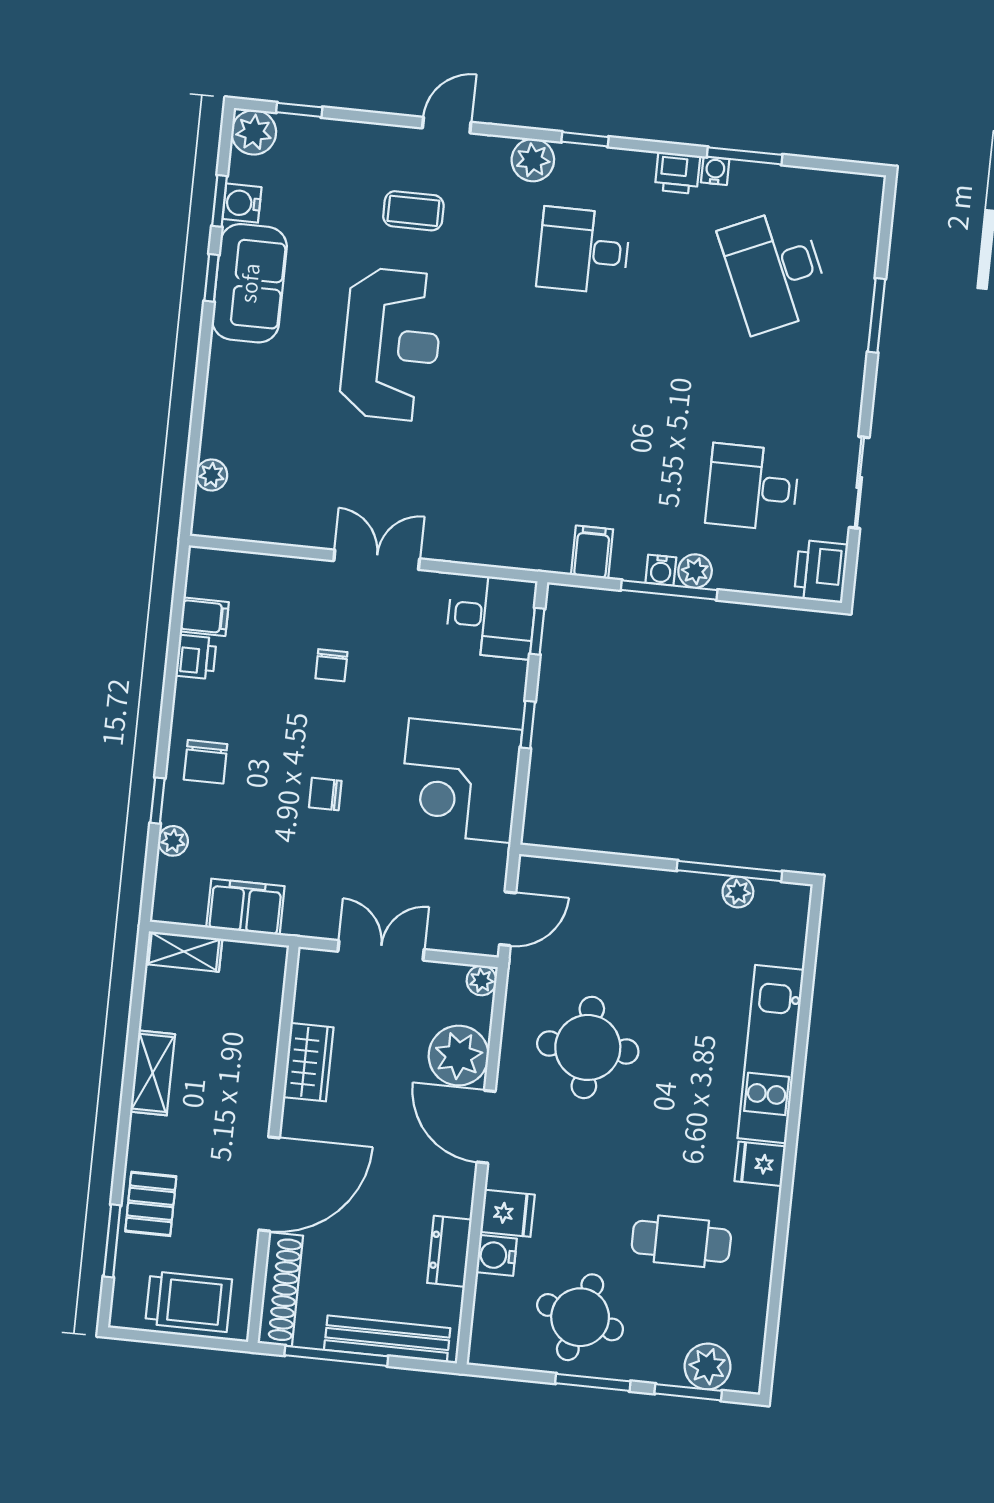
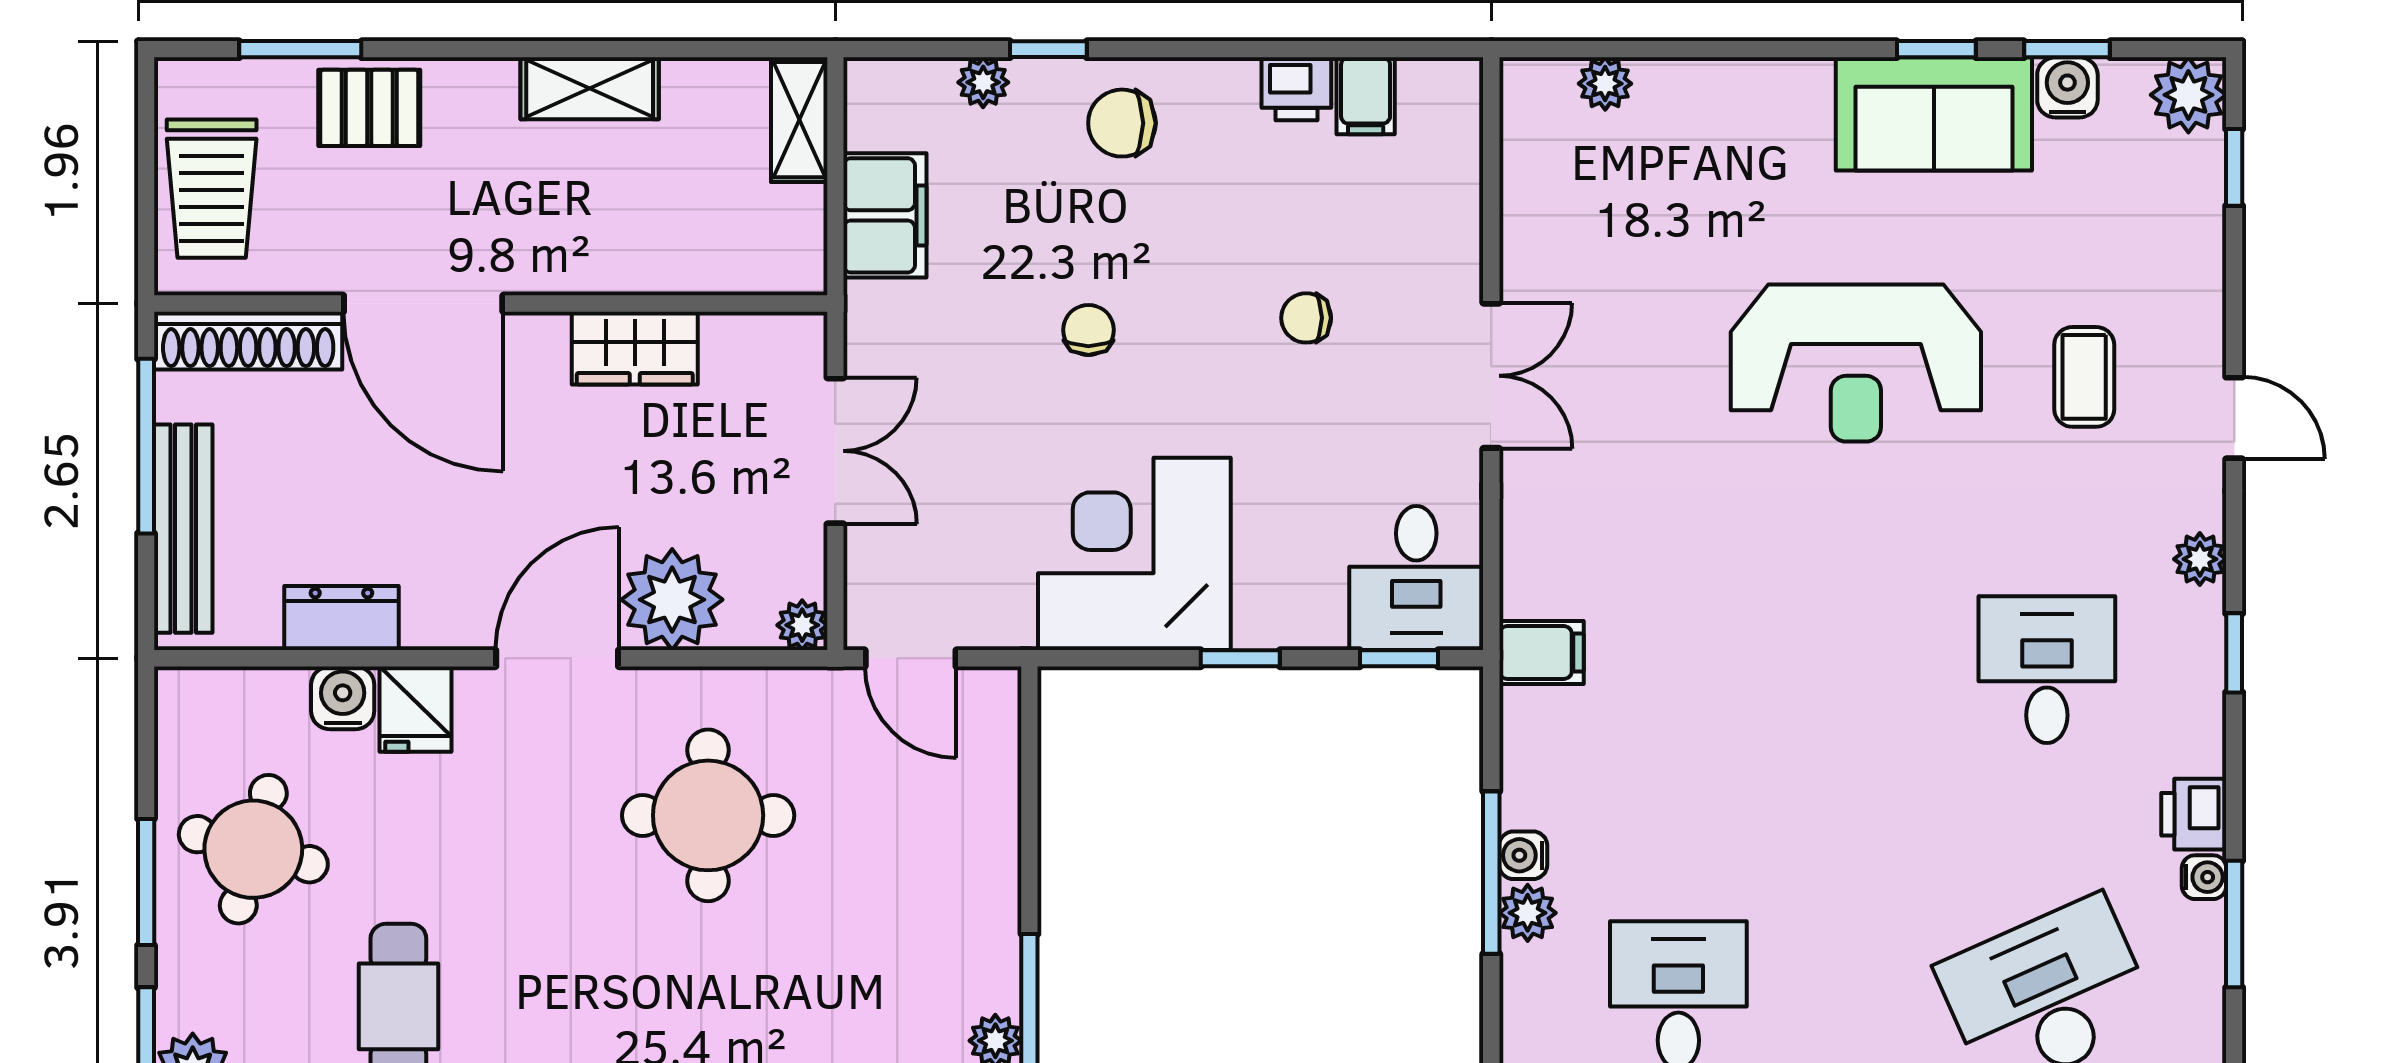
plant: (533, 160) -> (2200, 559), width x0.73, depth x0.73
filing cabinet: (592, 552) -> (1541, 653), moved

